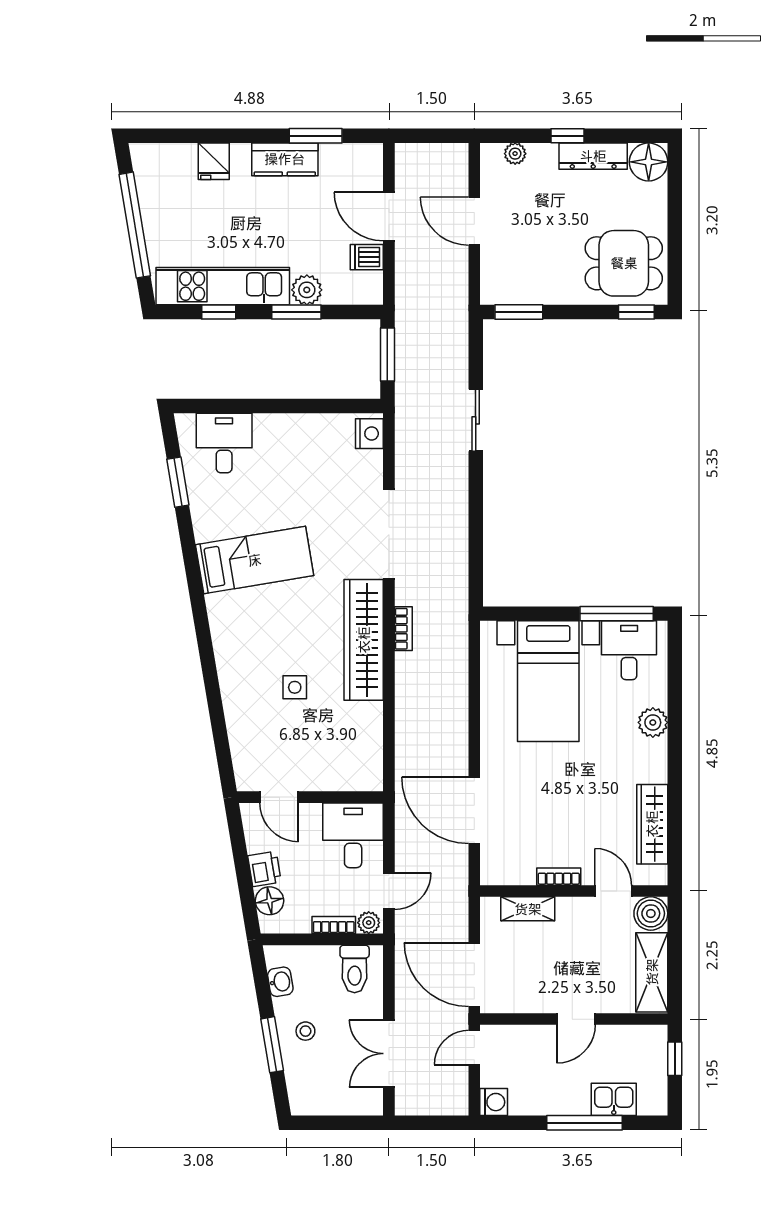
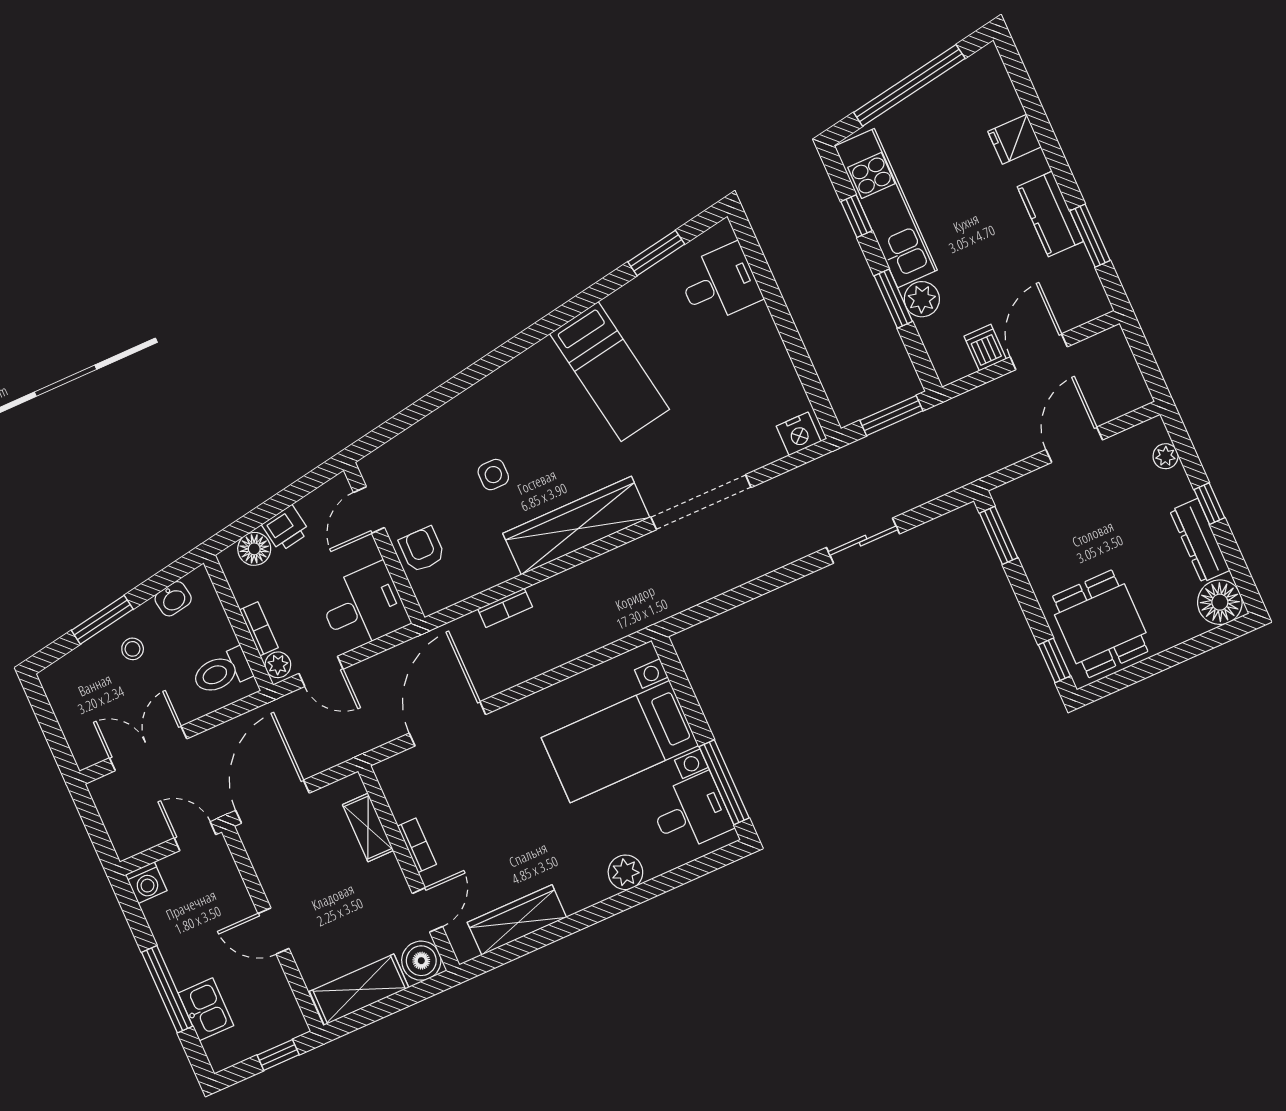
bookcase: (403, 629) -> (505, 608), moved
armchair: (329, 769) -> (422, 549), added

